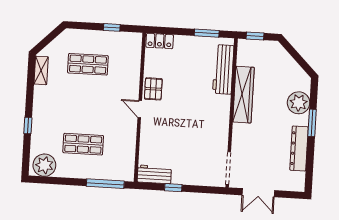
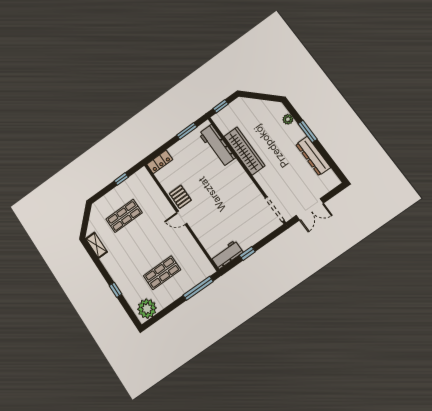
plant: (299, 103) -> (288, 119), width x0.53, depth x0.53

